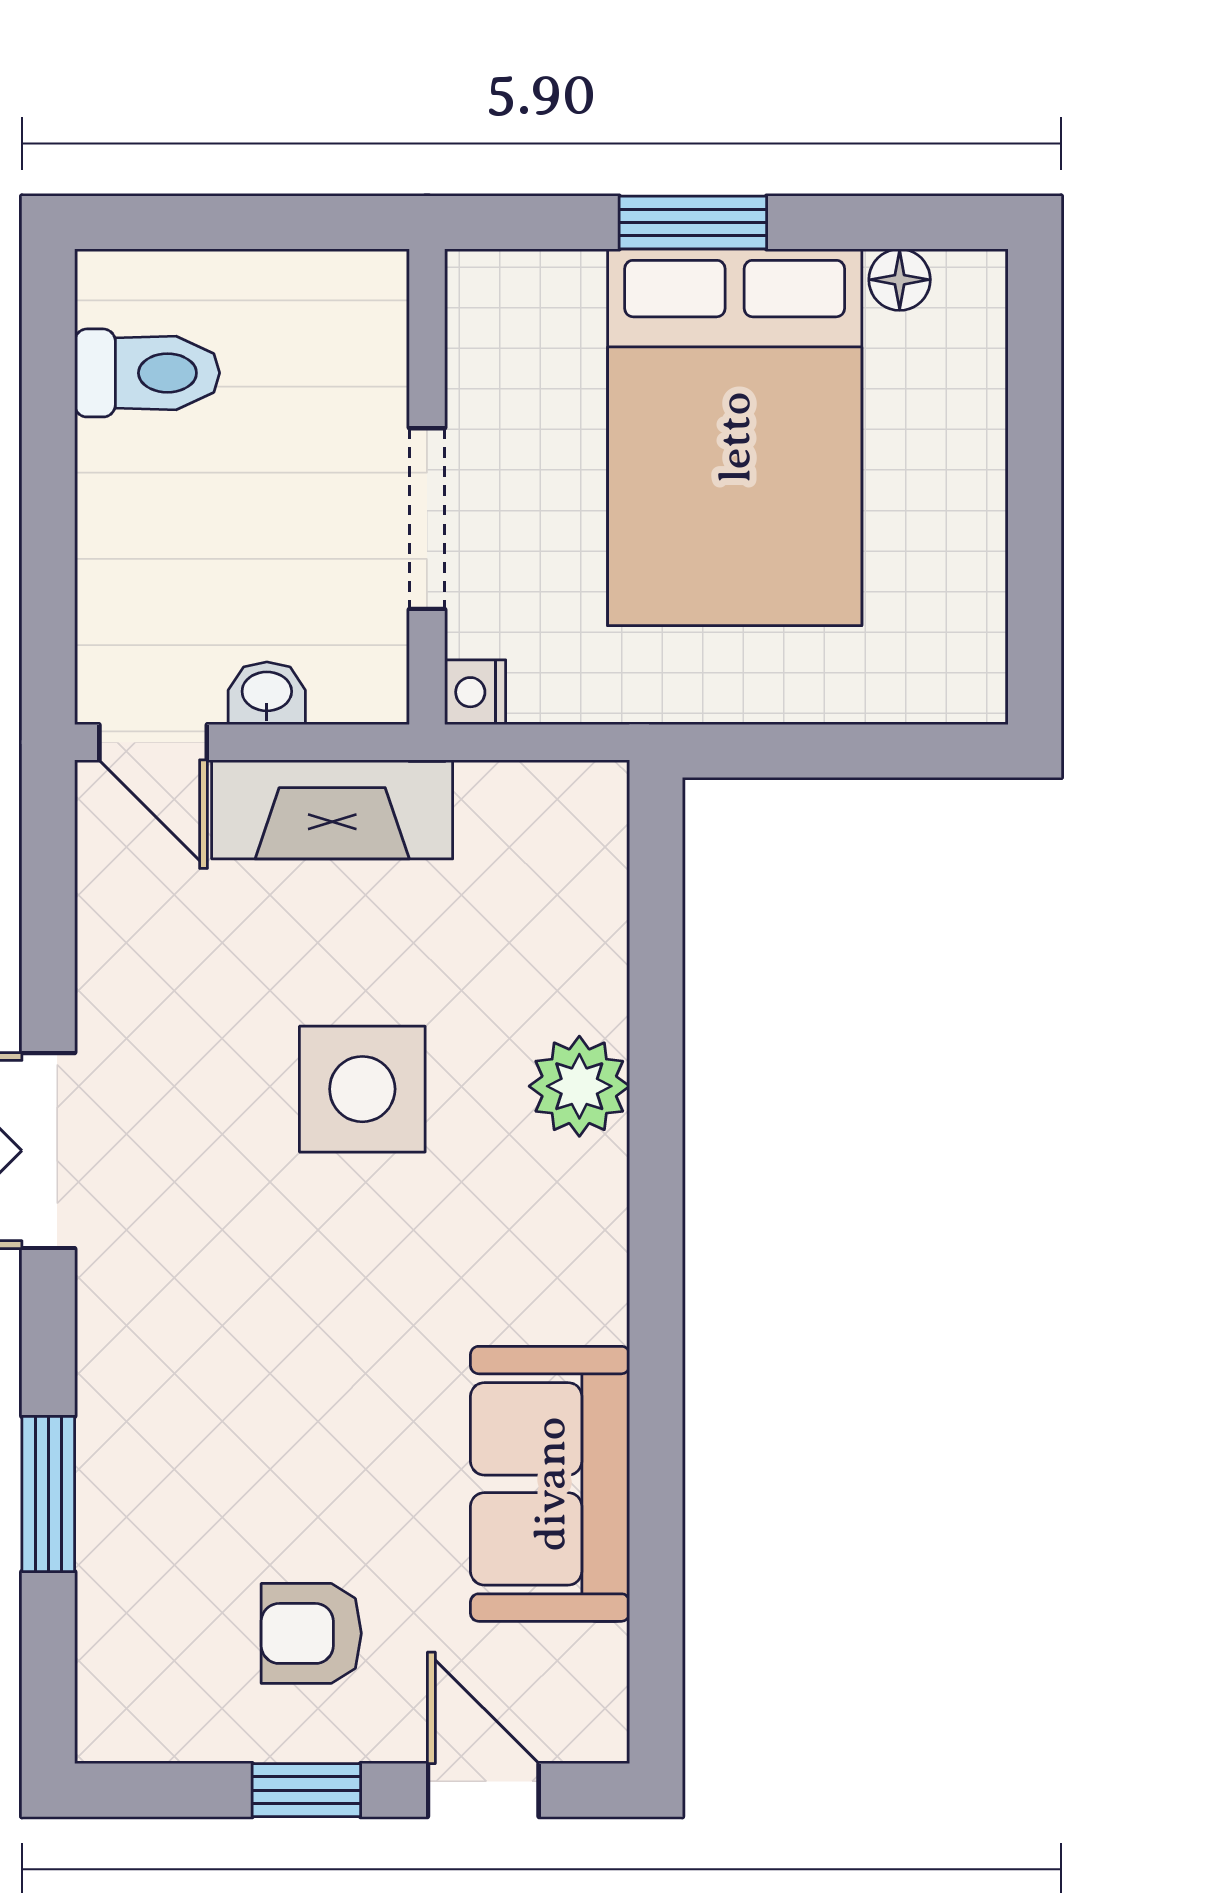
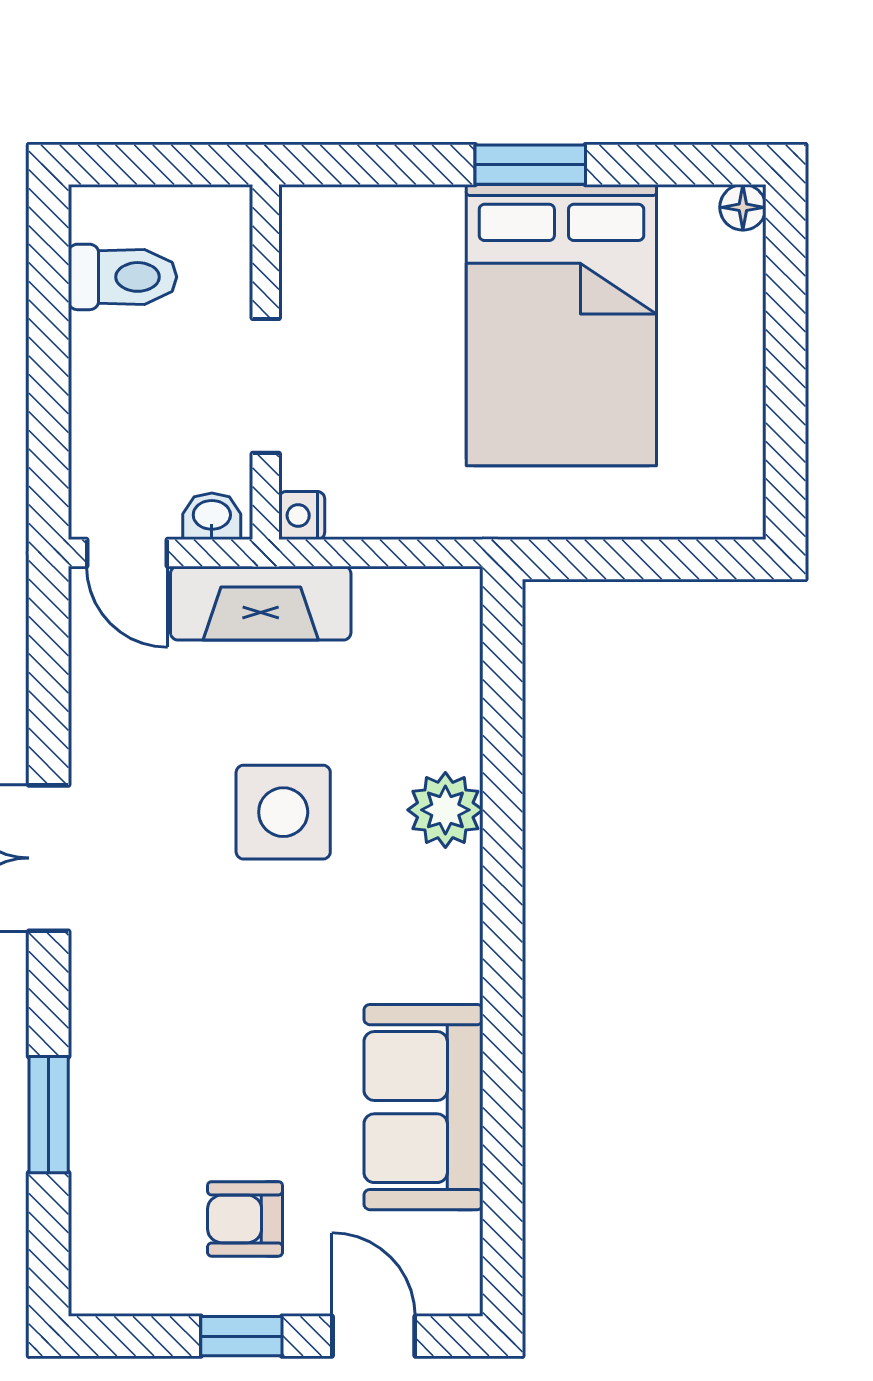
floor lamp: (900, 280) -> (743, 207), moved
wall: (427, 487) -> (266, 362), moved
doorway: (427, 519) -> (266, 386), moved
nightstand: (475, 692) -> (302, 516), moved

